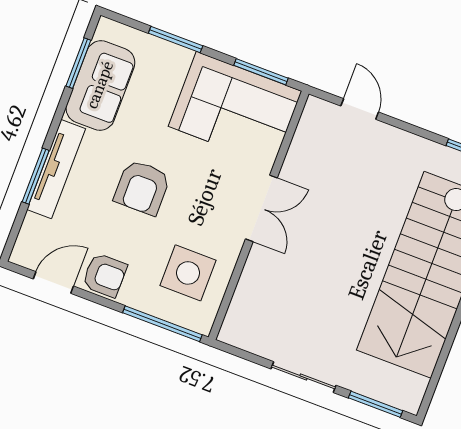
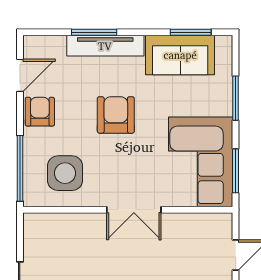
armchair: (142, 187) -> (116, 115), turned 90
armchair: (105, 275) -> (40, 112), turned 180
door: (53, 283) -> (20, 75), hinge flipped

